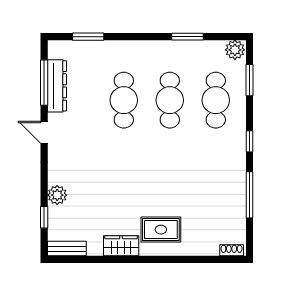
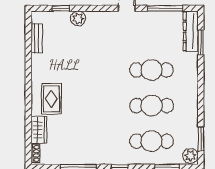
window: (188, 37) -> (201, 139), moved
dresser: (57, 86) -> (191, 31), moved, turned 90
wardrobe: (121, 246) -> (39, 130), moved
bench: (67, 249) -> (37, 38), moved

